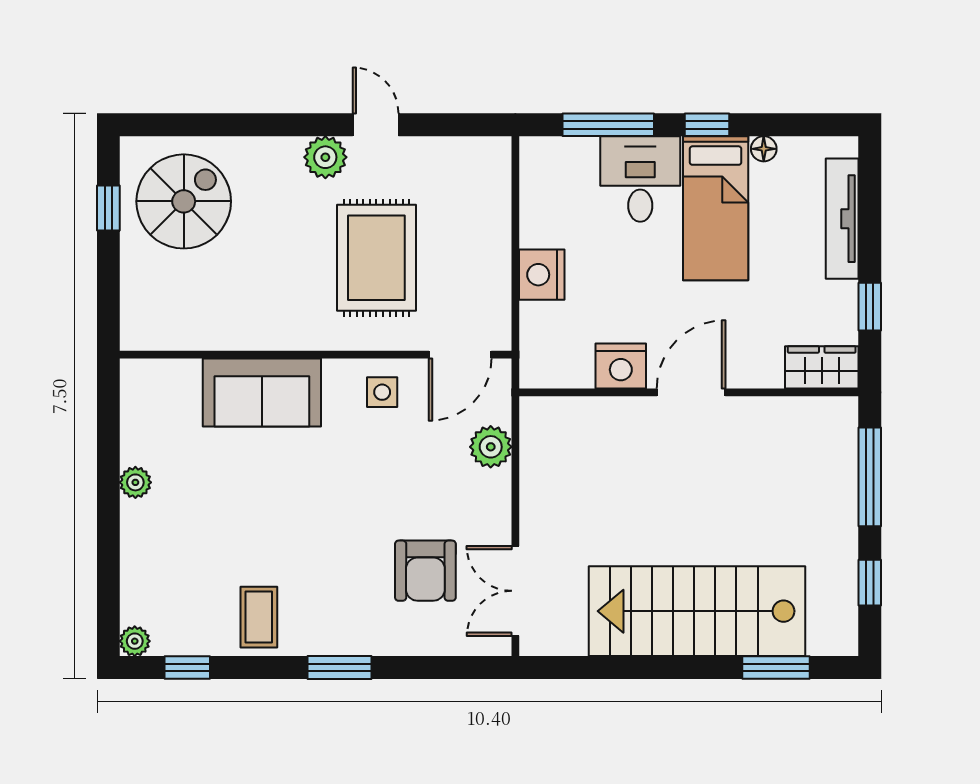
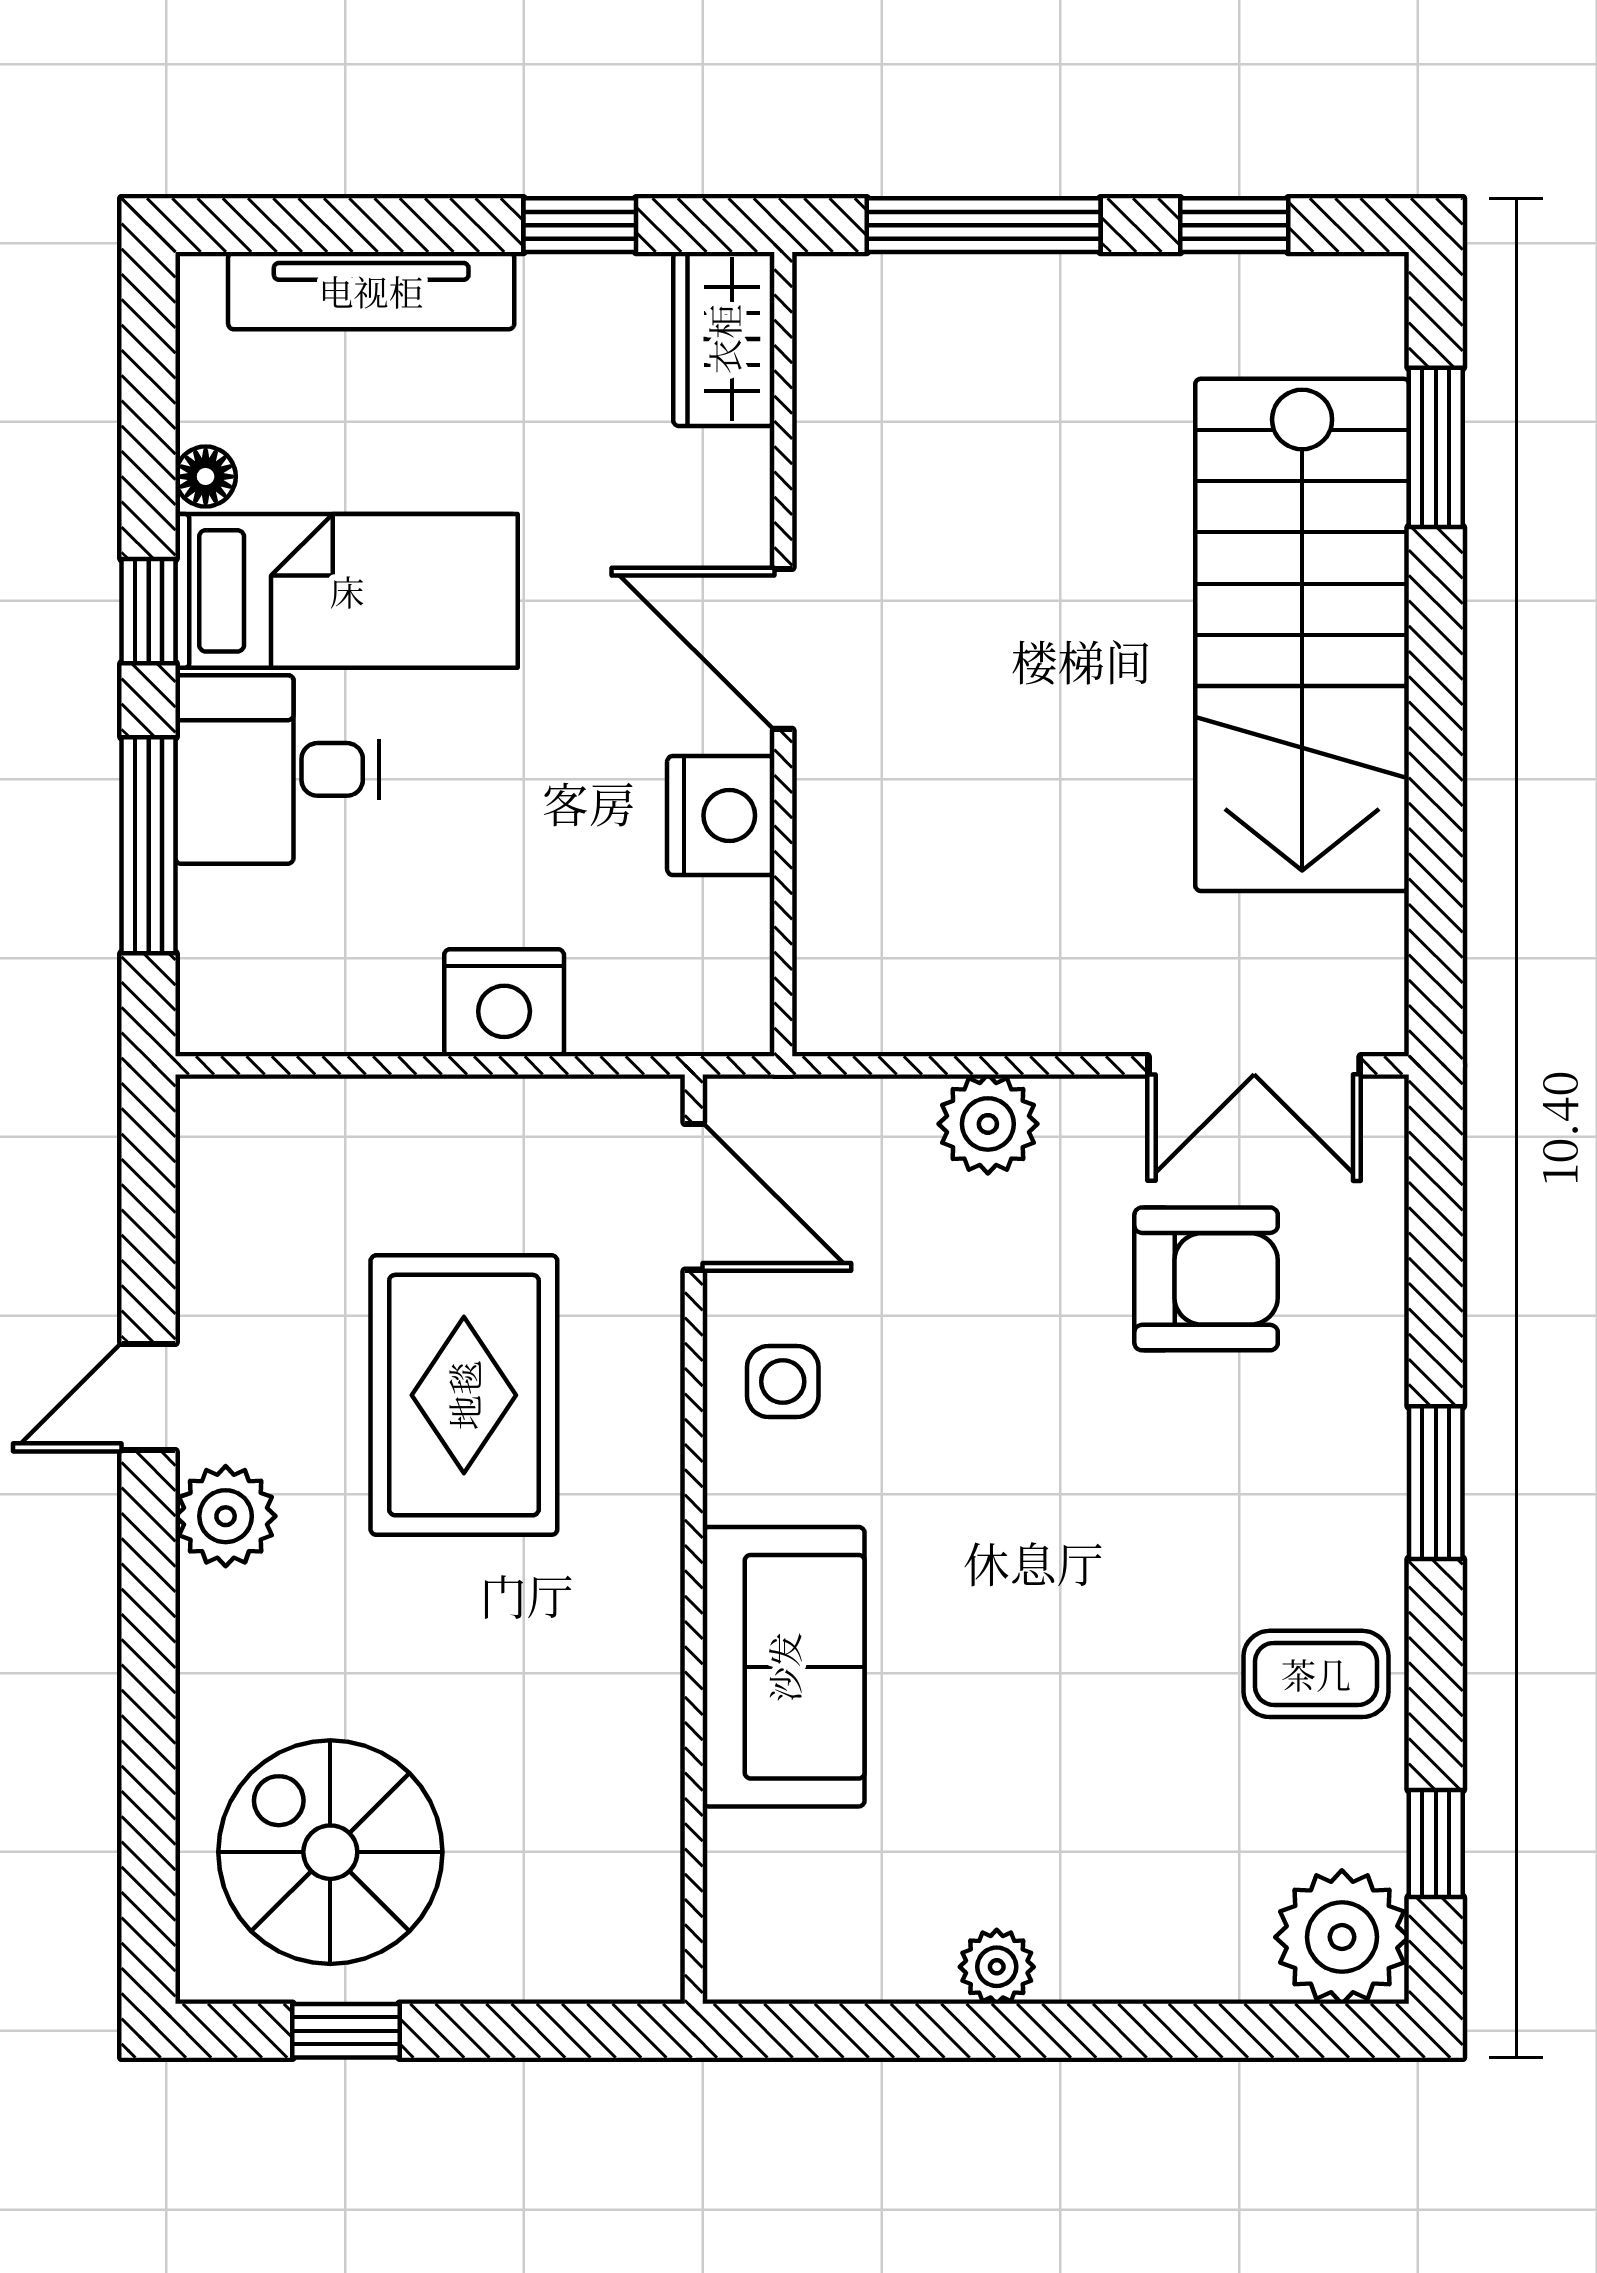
rug: (376, 258) -> (464, 1395), turned 90
plant: (491, 447) -> (988, 1124), moved
plant: (135, 641) -> (1342, 1937), width x1.87, depth x1.87

